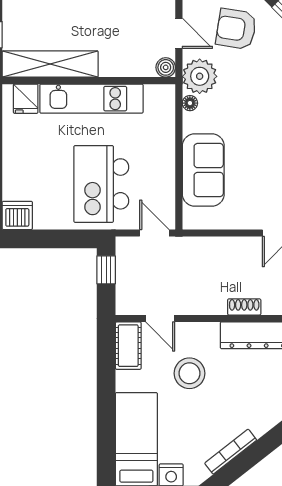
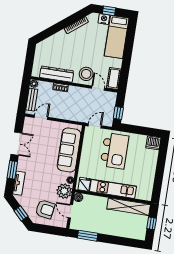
fridge: (26, 99) -> (84, 184), moved
sofa: (203, 170) -> (69, 150), width x1.36
door: (154, 233) -> (95, 126), swing flipped
stool: (189, 373) -> (86, 74), moved

